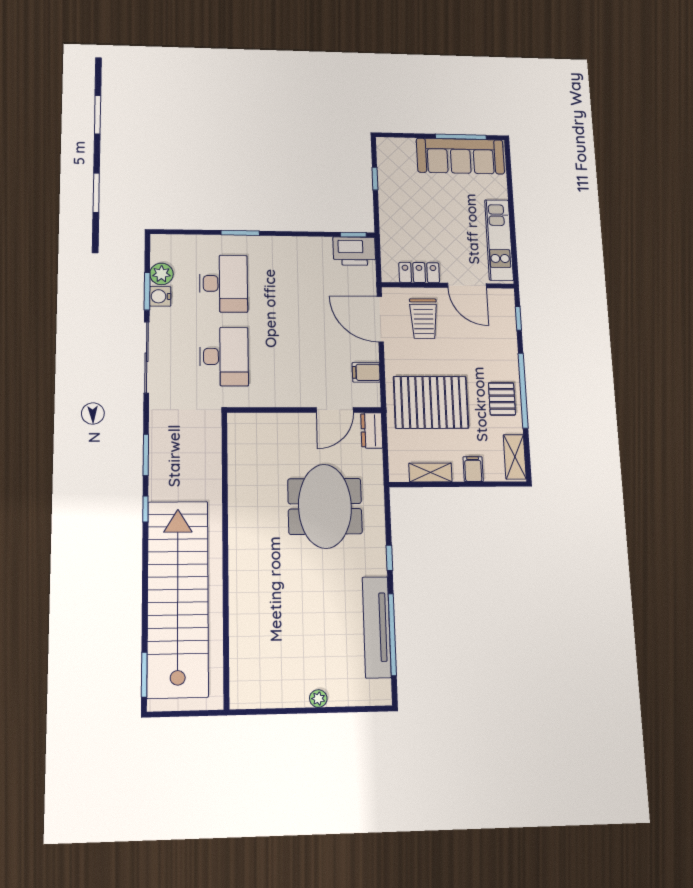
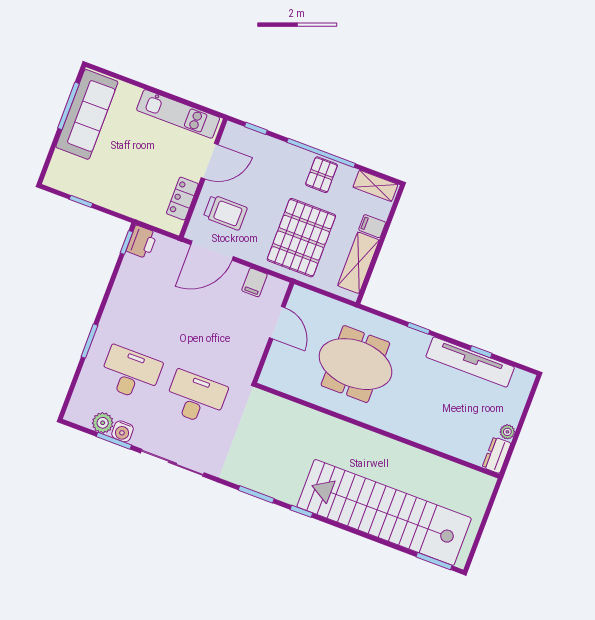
printer: (354, 251) -> (142, 242), width x0.73, depth x0.84
pallet: (502, 399) -> (321, 175), turned 90
dresser: (372, 430) -> (497, 455), moved, turned 90
shelving: (430, 472) -> (358, 263), width x1.50, depth x1.33
wall: (225, 557) -> (377, 431), moved
window: (392, 634) -> (481, 352), width x0.32

